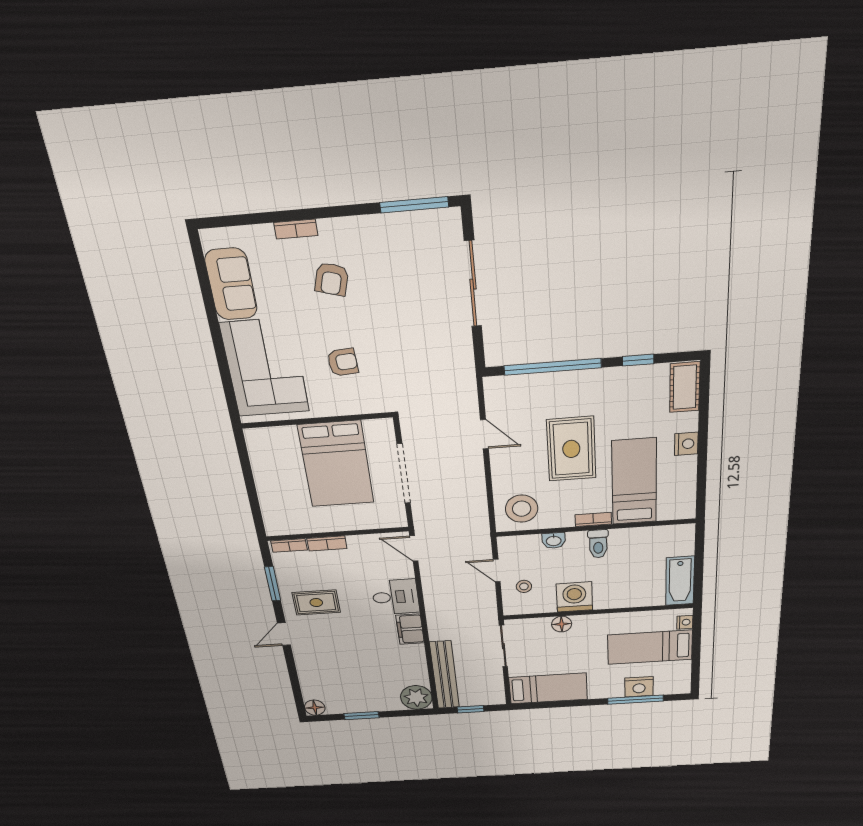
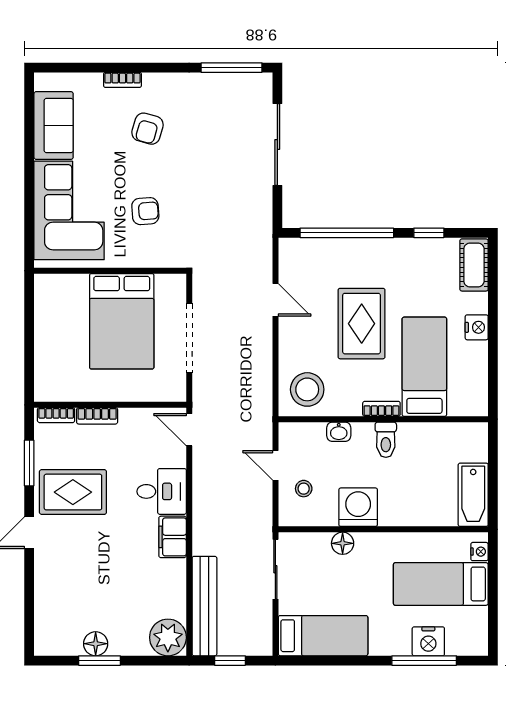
rug: (316, 603) -> (73, 492), width x1.36, depth x1.43
floor lamp: (315, 708) -> (96, 644), moved

